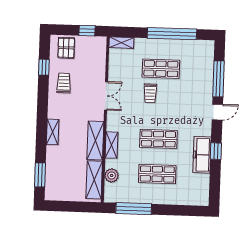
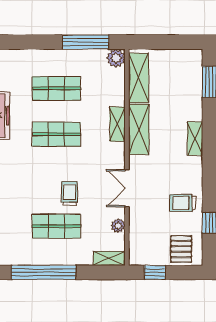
plant: (114, 67) -> (118, 226), added
trolley: (64, 83) -> (183, 203), turned 90
plant: (112, 175) -> (116, 58), moved

